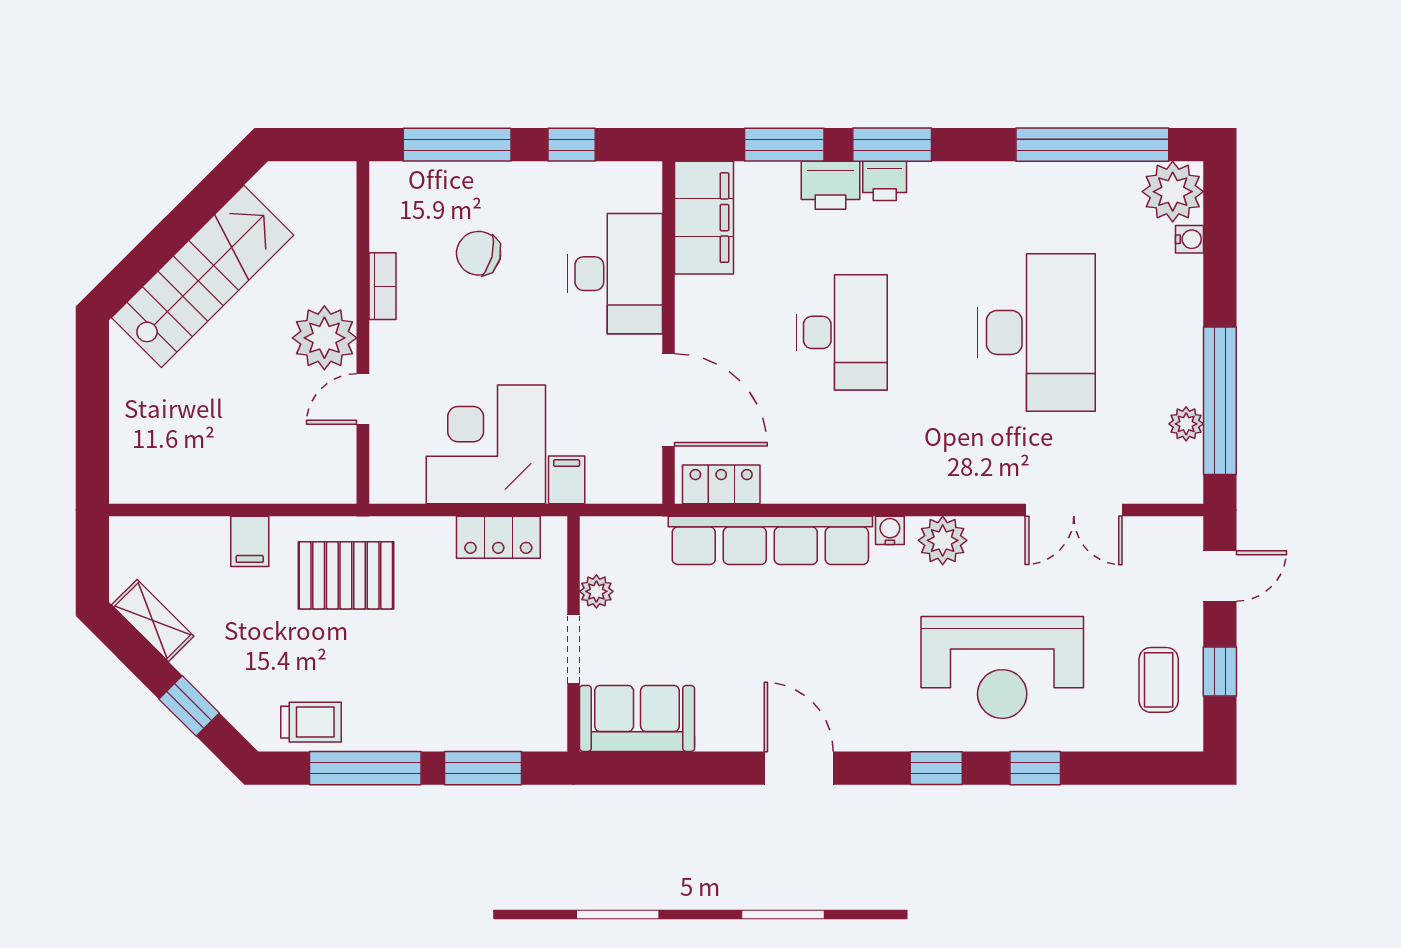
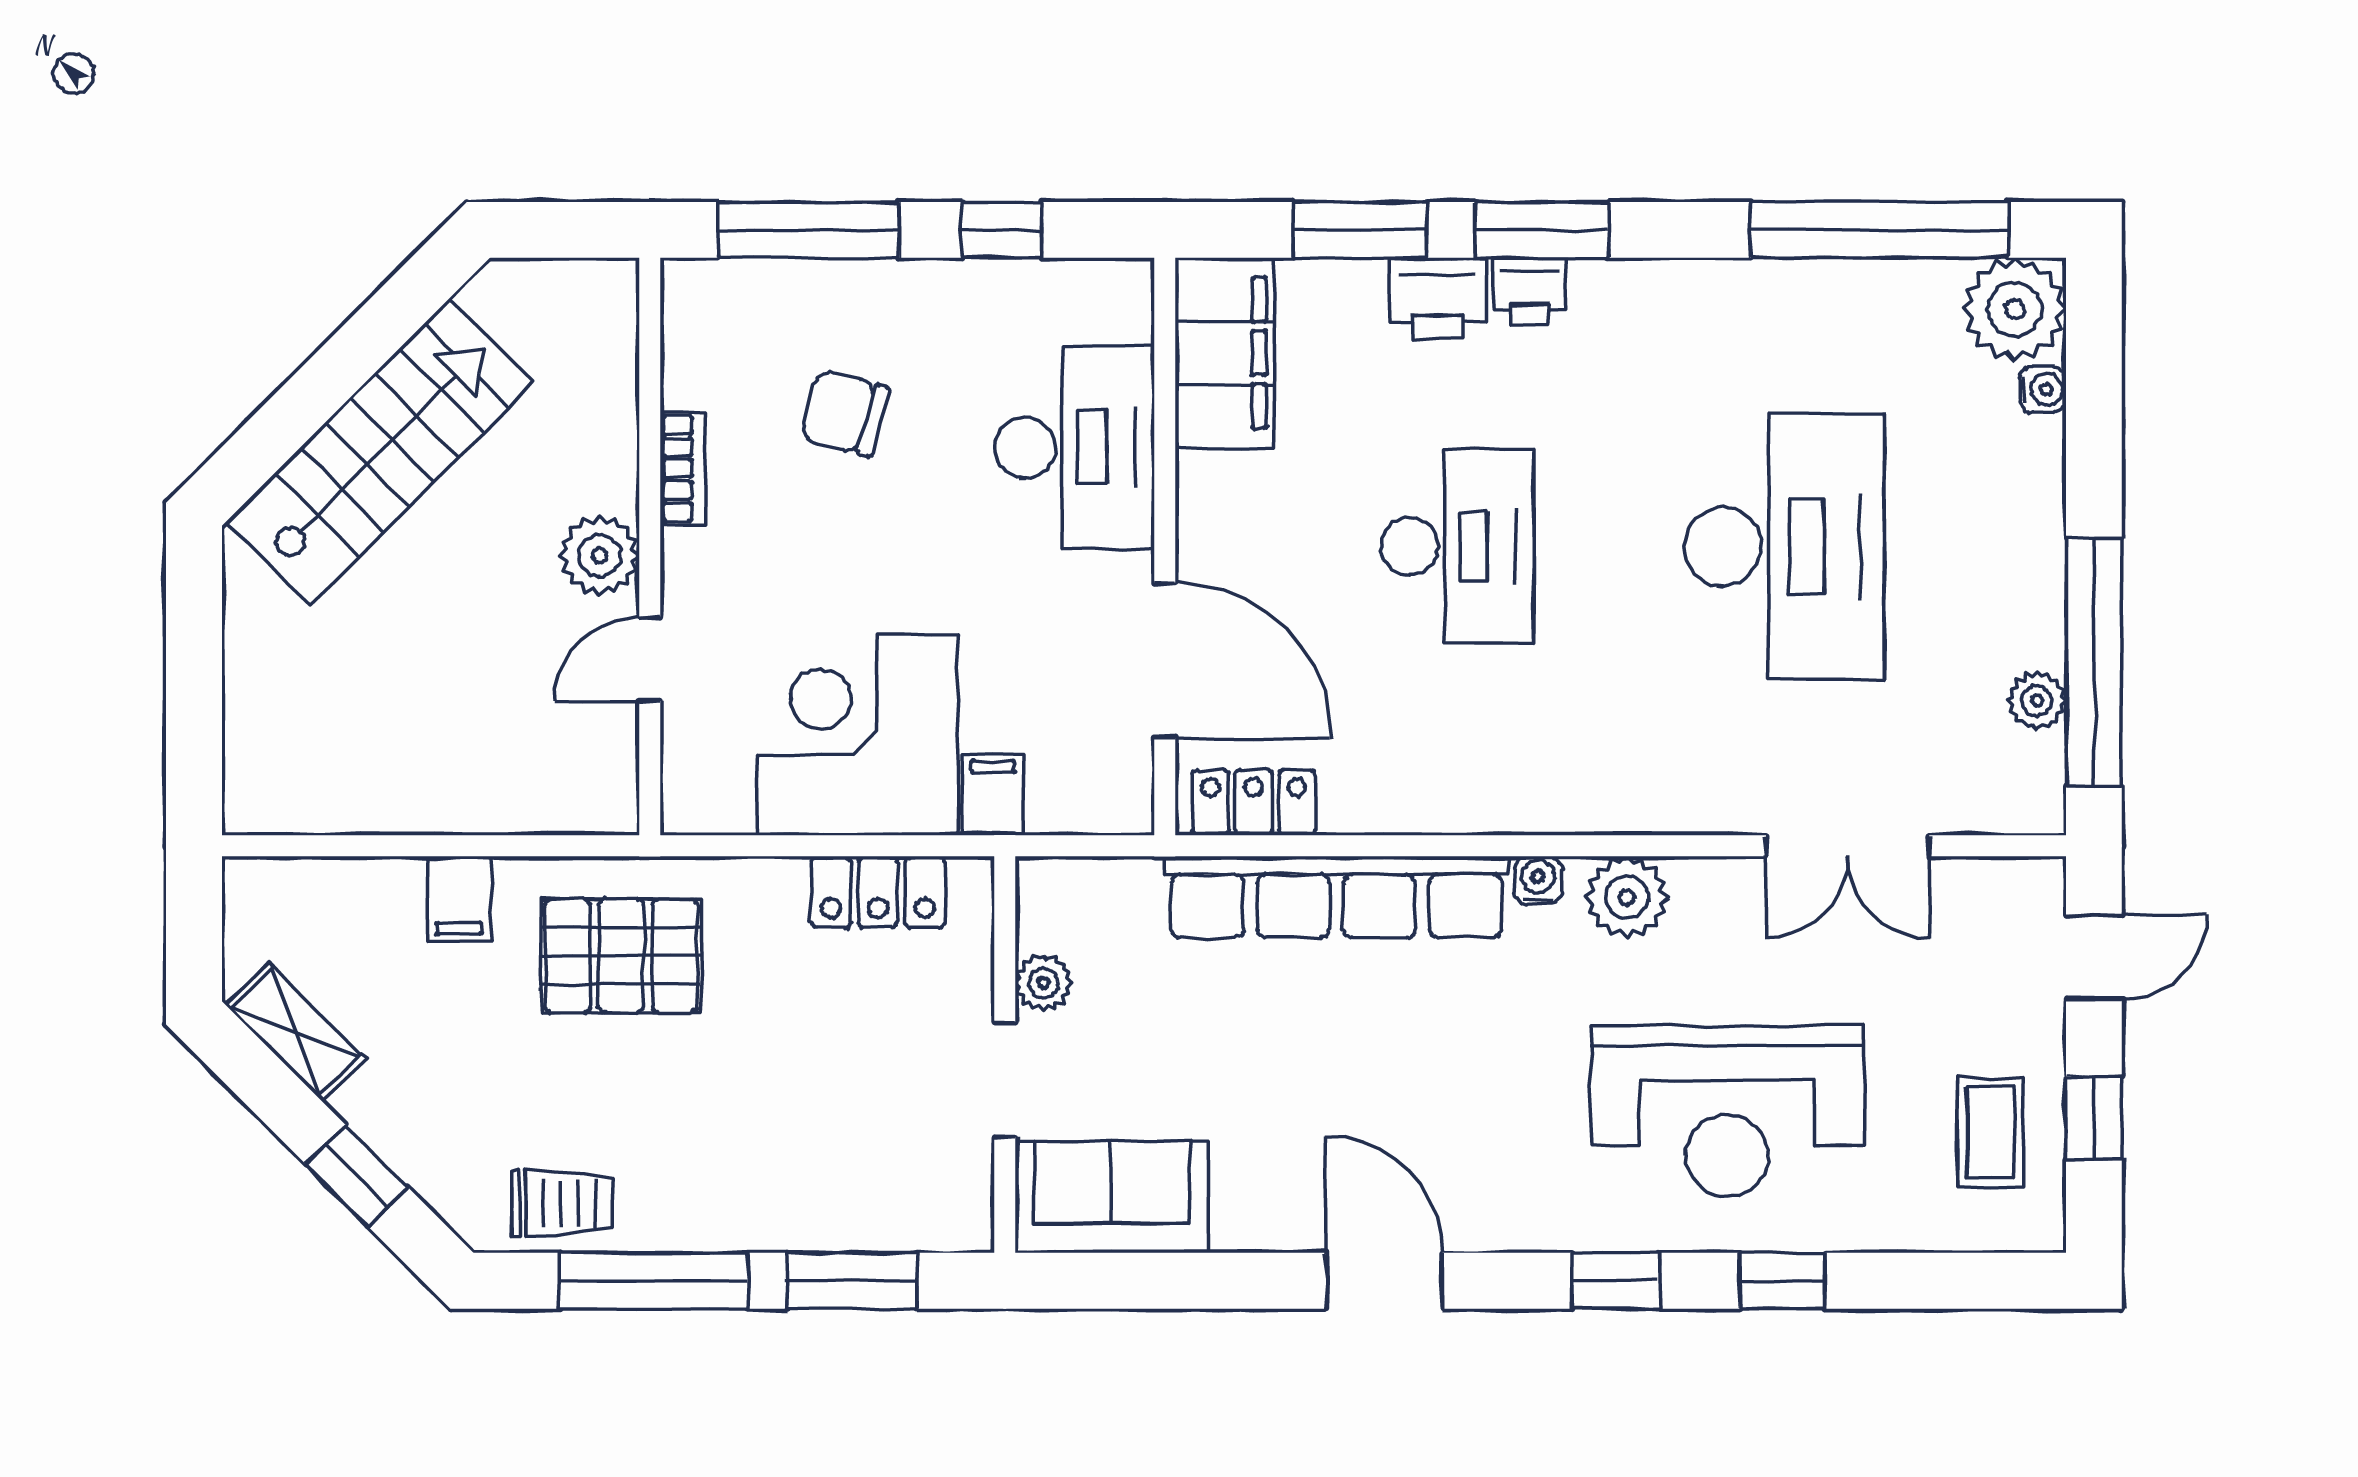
plant: (324, 338) -> (600, 556), width x0.73, depth x0.73

